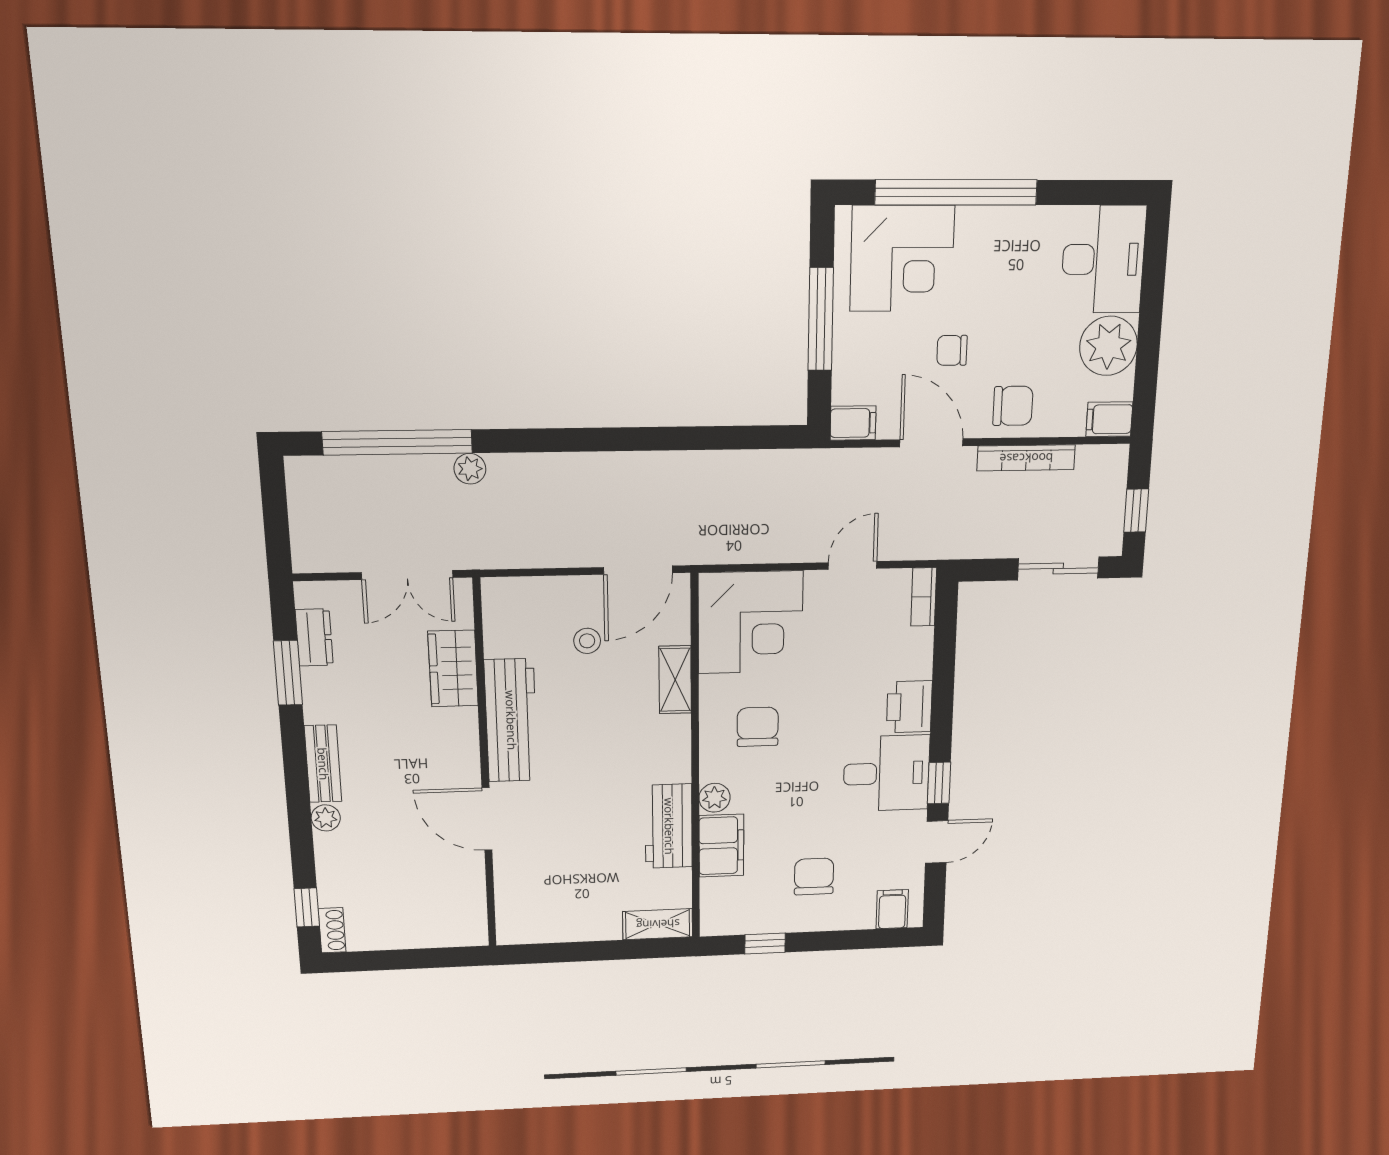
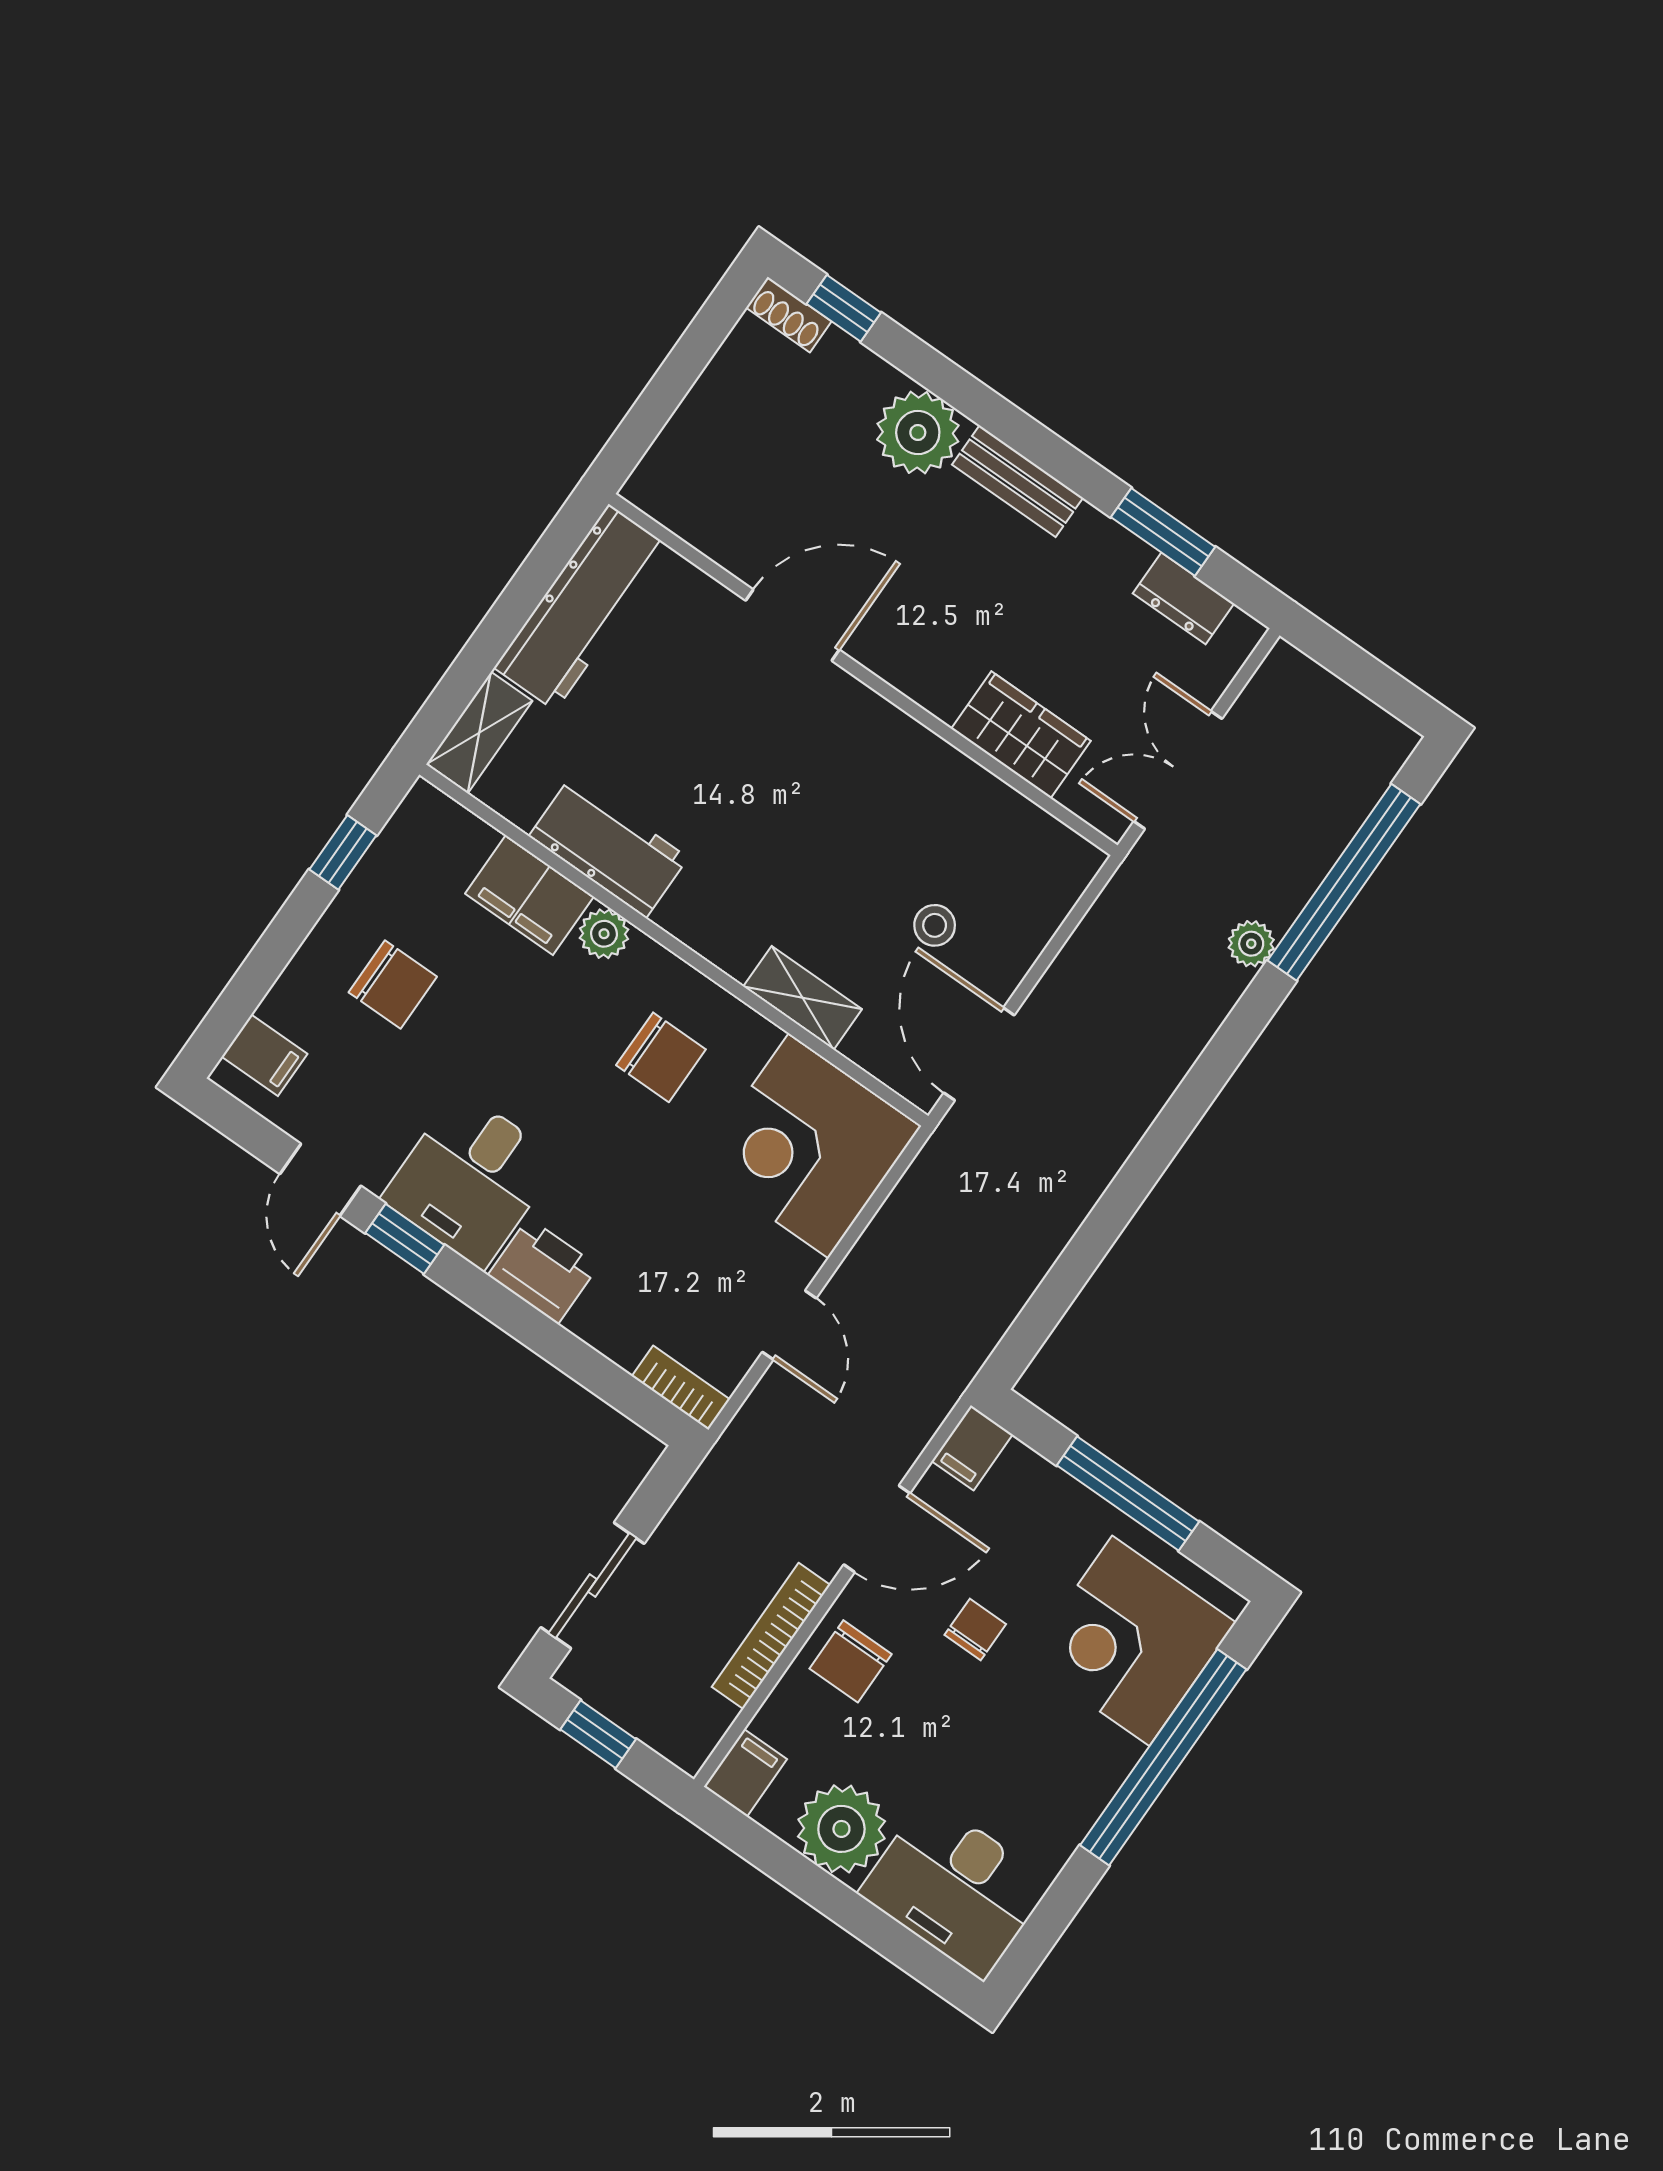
workbench: (511, 720) -> (582, 607), moved, turned -90
plant: (326, 818) -> (918, 433), width x1.88, depth x1.88

